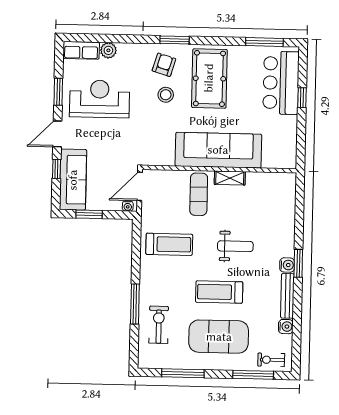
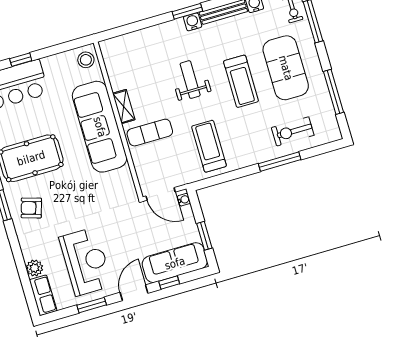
stool: (166, 95) -> (86, 60), moved
reception desk: (100, 99) -> (86, 262), turned 180
door: (57, 134) -> (134, 293), swing flipped

